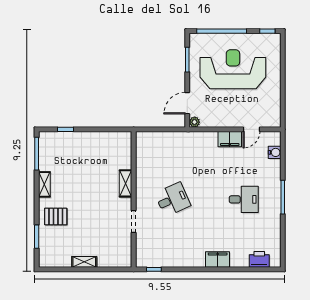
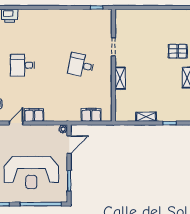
desk: (173, 199) -> (81, 65), turned 36
filing cabinet: (218, 259) -> (91, 115), moved, turned 180
shelving: (84, 262) -> (146, 117), moved

